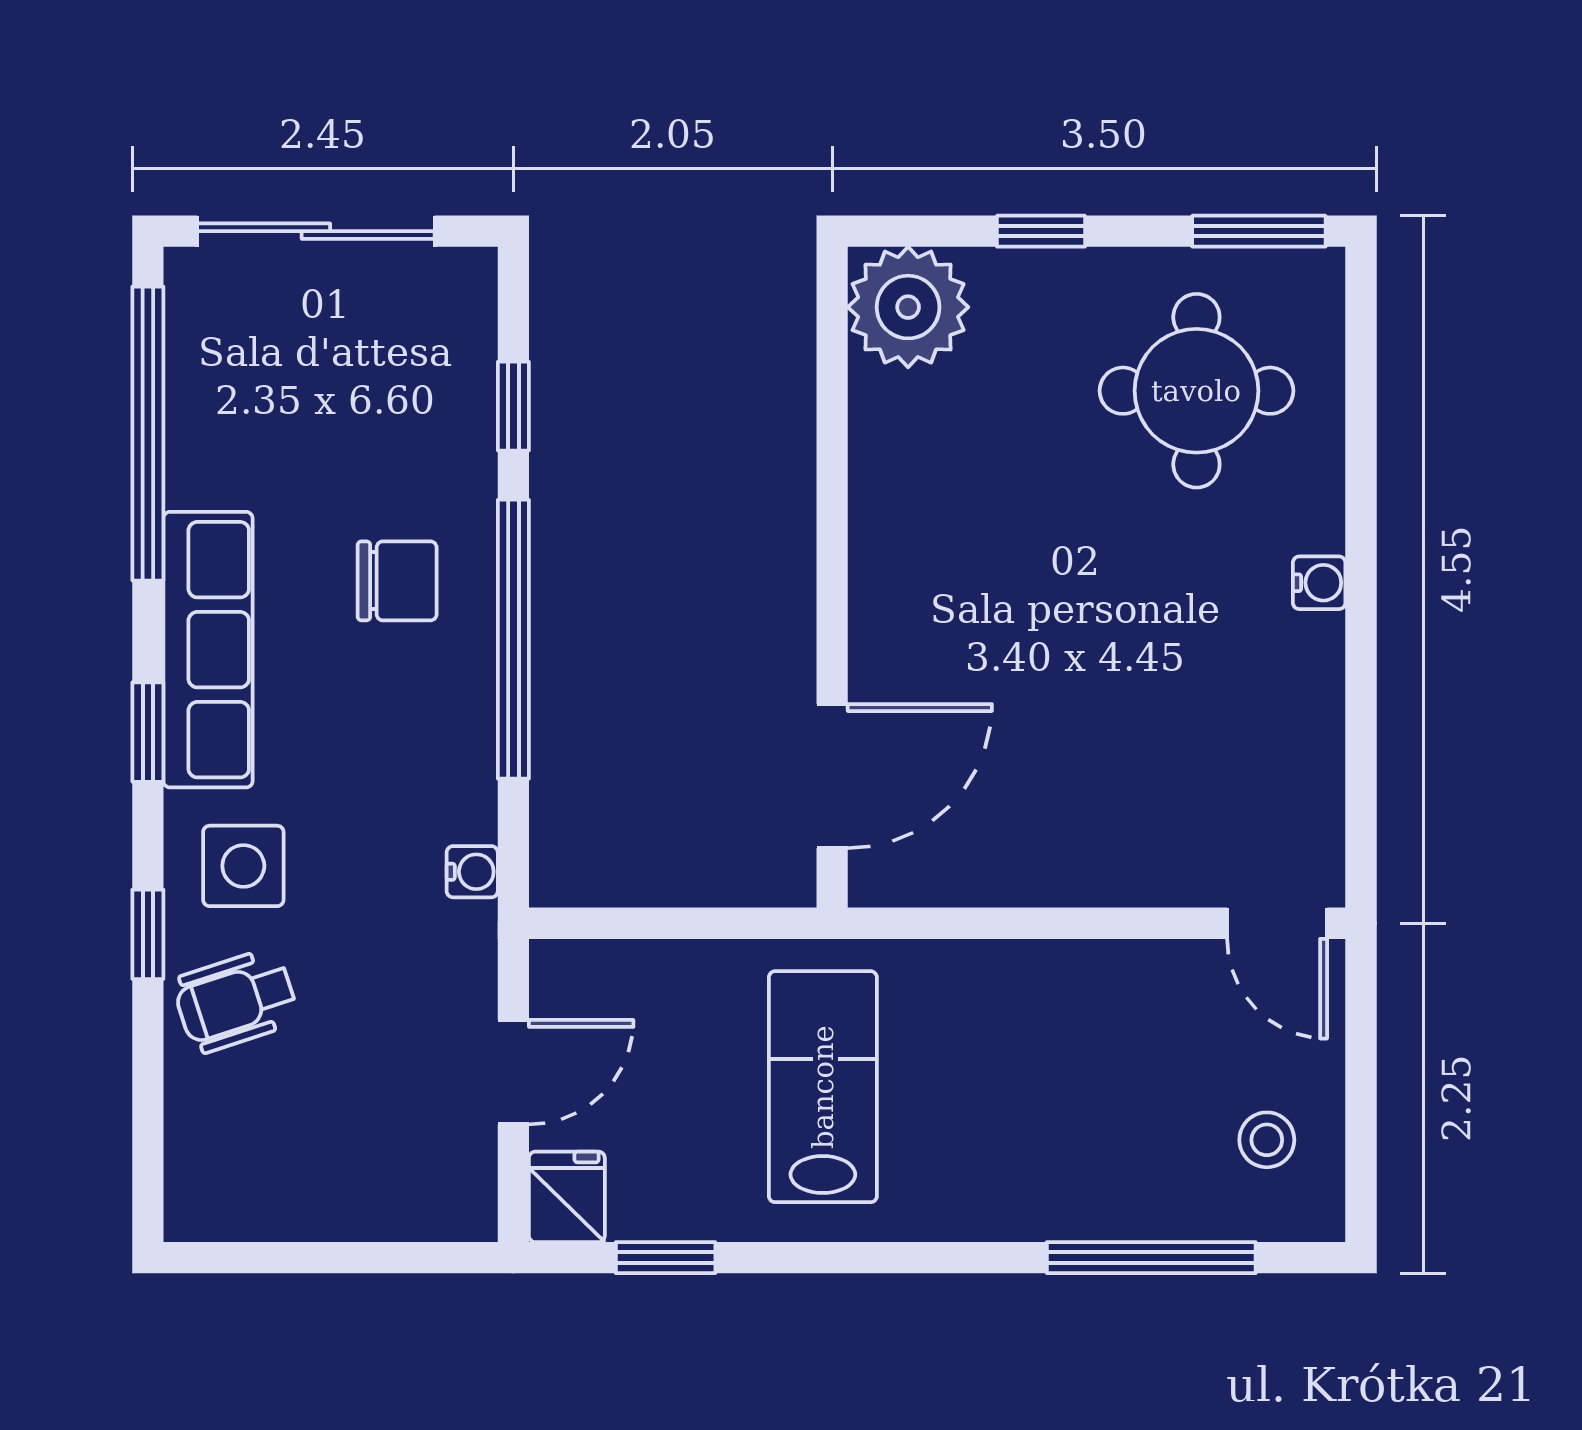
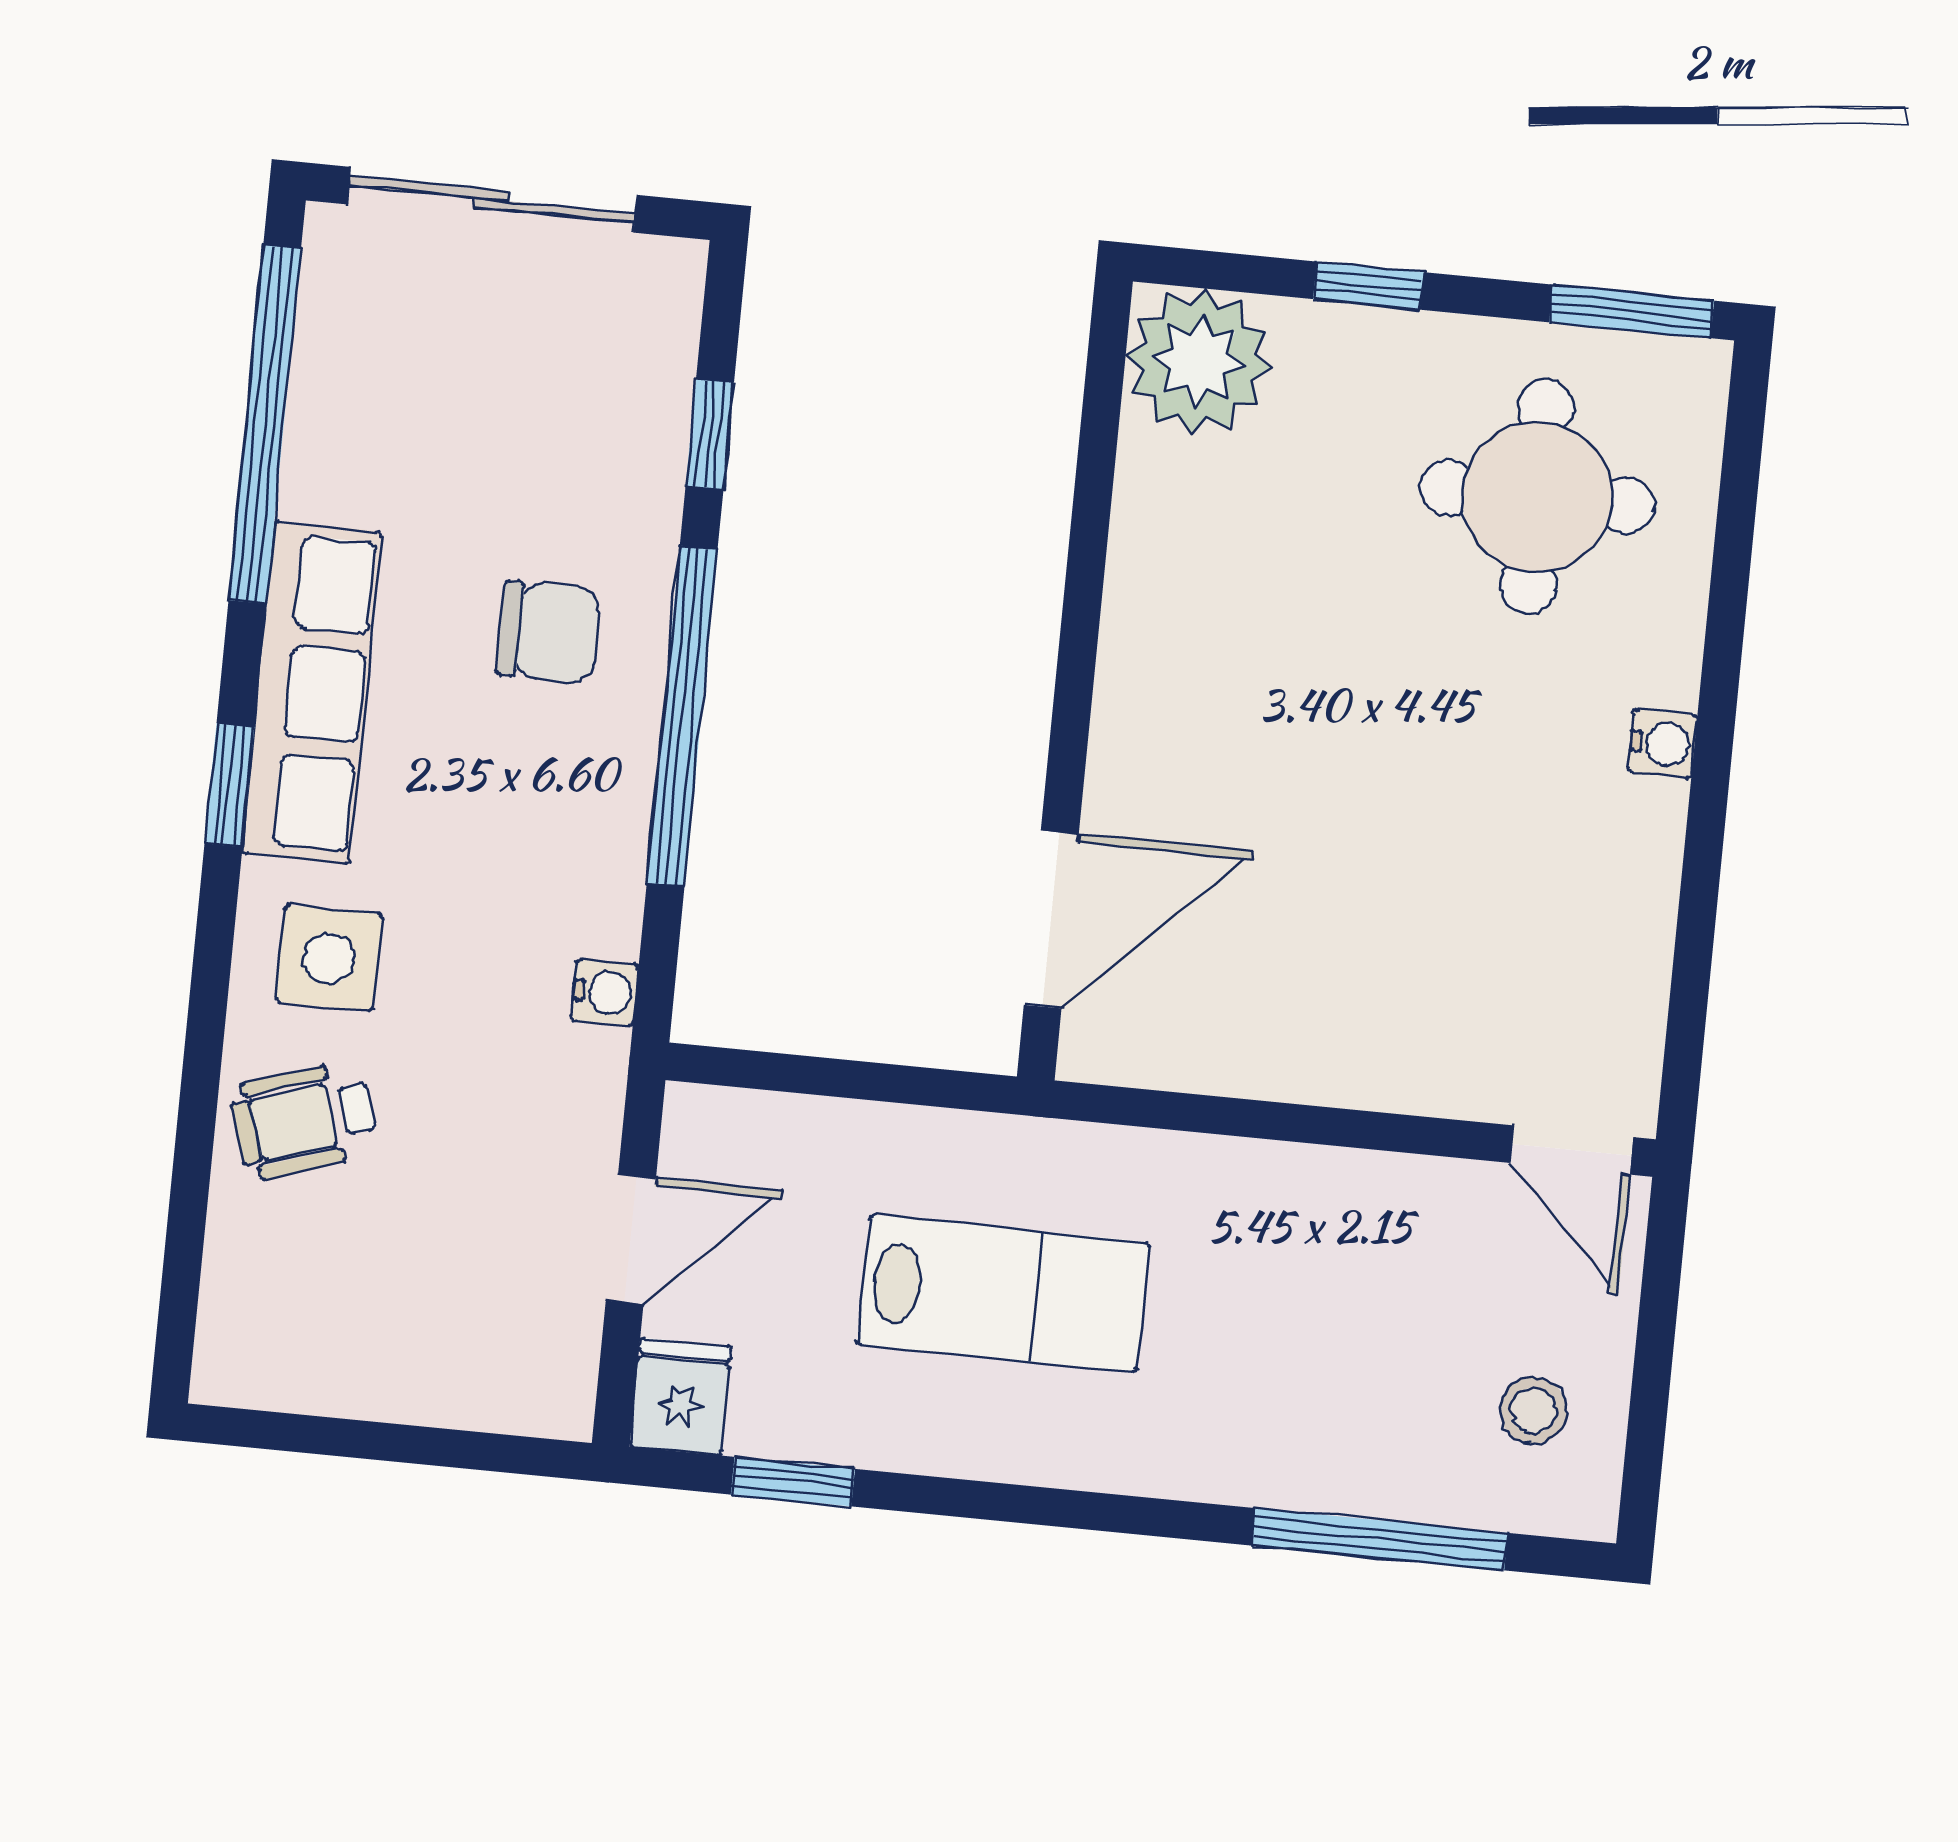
window: (148, 934) -> (205, 1030), removed
lab bench: (823, 1087) -> (1003, 1294), turned 90

